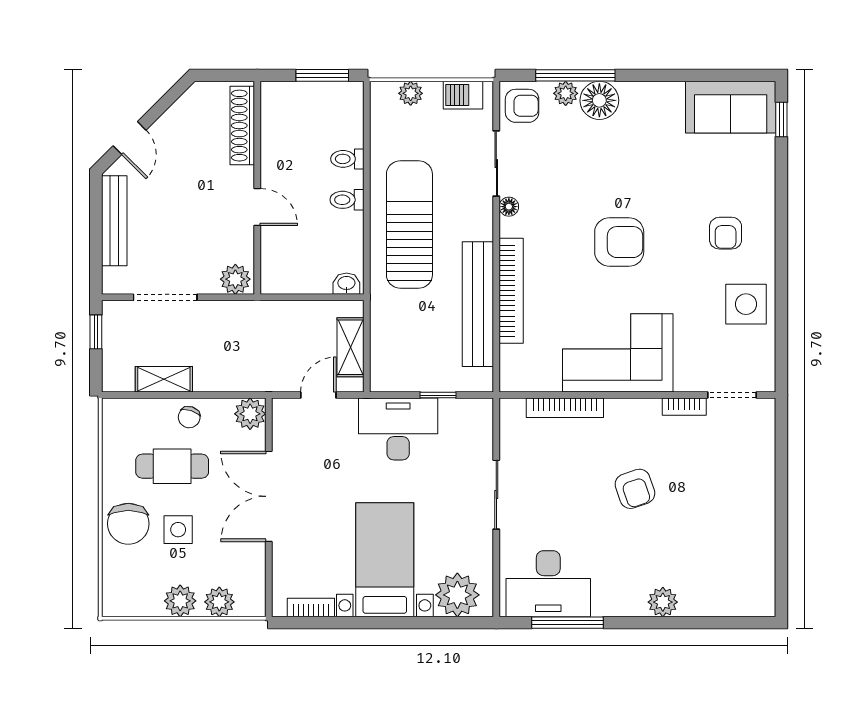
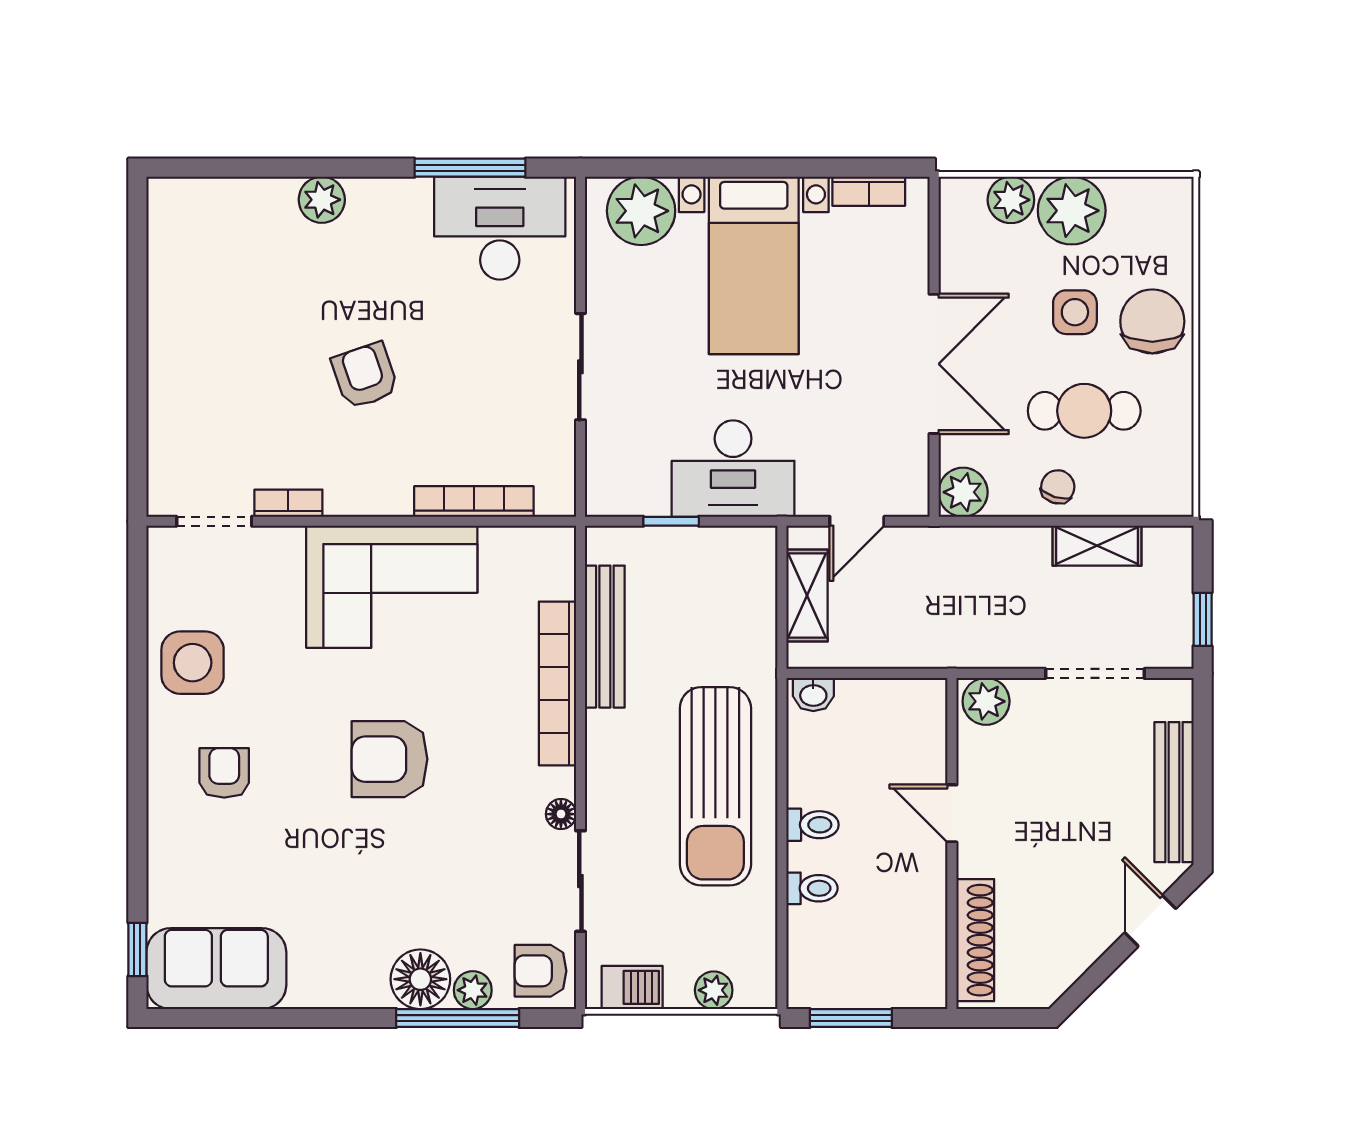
bench: (478, 304) -> (605, 637), width x0.73, depth x0.82
plant: (180, 601) -> (1072, 211), width x1.36, depth x1.36

